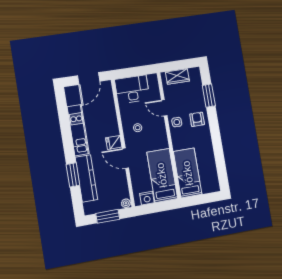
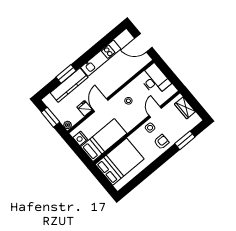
fridge: (114, 142) -> (85, 108), moved
bed: (188, 173) -> (120, 162), width x1.50

